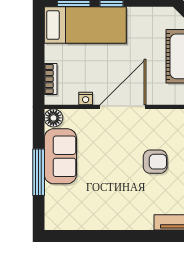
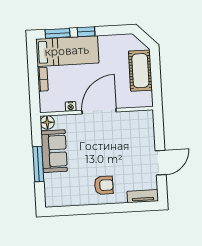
bookcase: (51, 79) -> (43, 79), moved
armchair: (155, 162) -> (104, 185), moved

